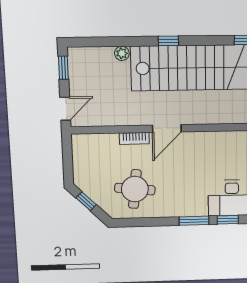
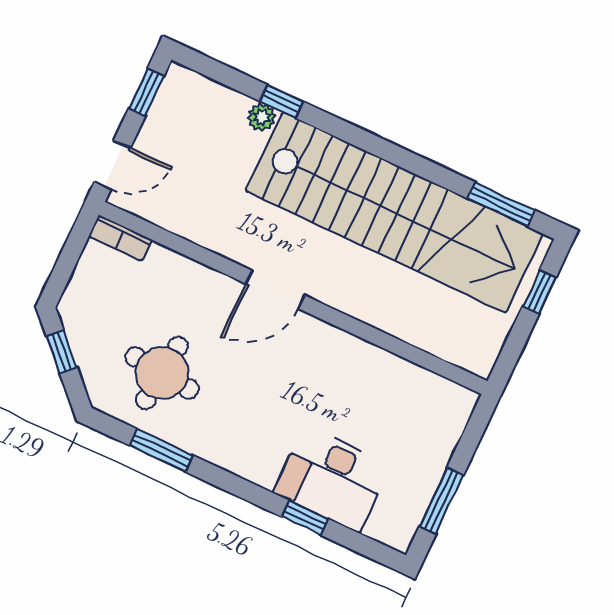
window: (168, 41) -> (282, 101), moved
bookcase: (134, 138) -> (120, 238), moved
window: (194, 221) -> (161, 450), moved

